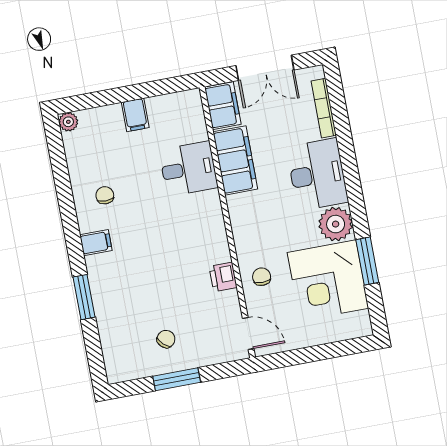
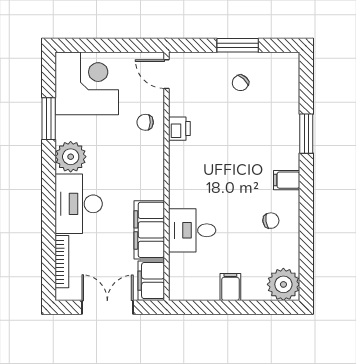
plant: (68, 122) -> (283, 284), width x1.88, depth x1.88
chair: (105, 195) -> (271, 221), turned -99
chair: (262, 277) -> (145, 122), turned 92
corner desk: (328, 280) -> (87, 83), moved

